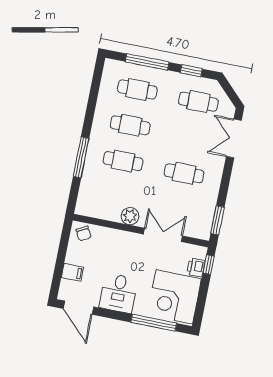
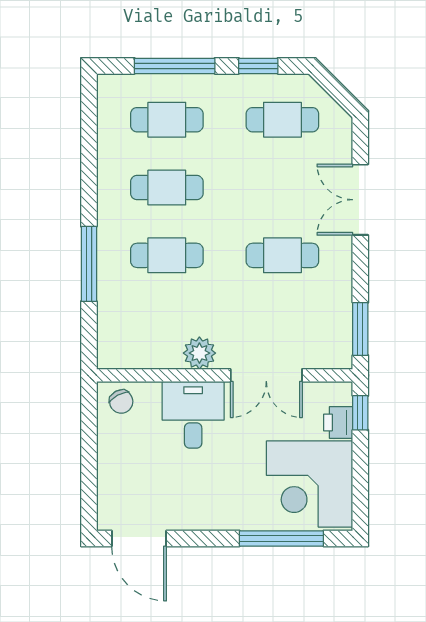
double door: (234, 138) -> (360, 200), moved
double door: (163, 235) -> (266, 375), swing flipped
filing cabinet: (72, 272) -> (115, 476), removed
desk: (118, 293) -> (193, 415), moved, turned 180

